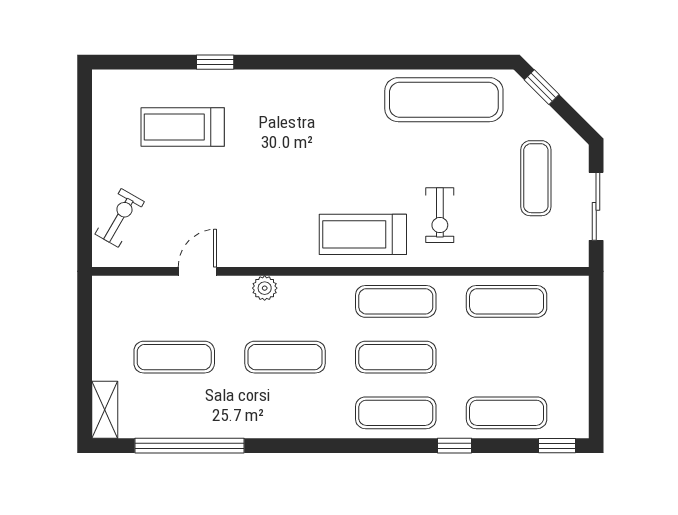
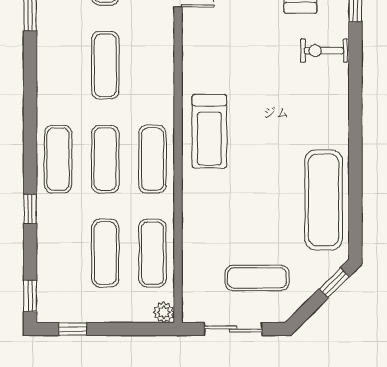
exercise bike: (440, 215) -> (324, 51), moved
treadmill: (363, 234) -> (209, 131), turned 180
plant: (265, 288) -> (164, 312), moved
window: (596, 396) -> (73, 329), added
exercise mat: (507, 413) -> (105, 253), moved

